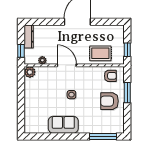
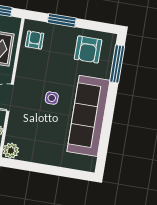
armchair: (109, 101) -> (88, 50), moved
sofa: (63, 125) -> (88, 116), width x1.85, depth x1.27

